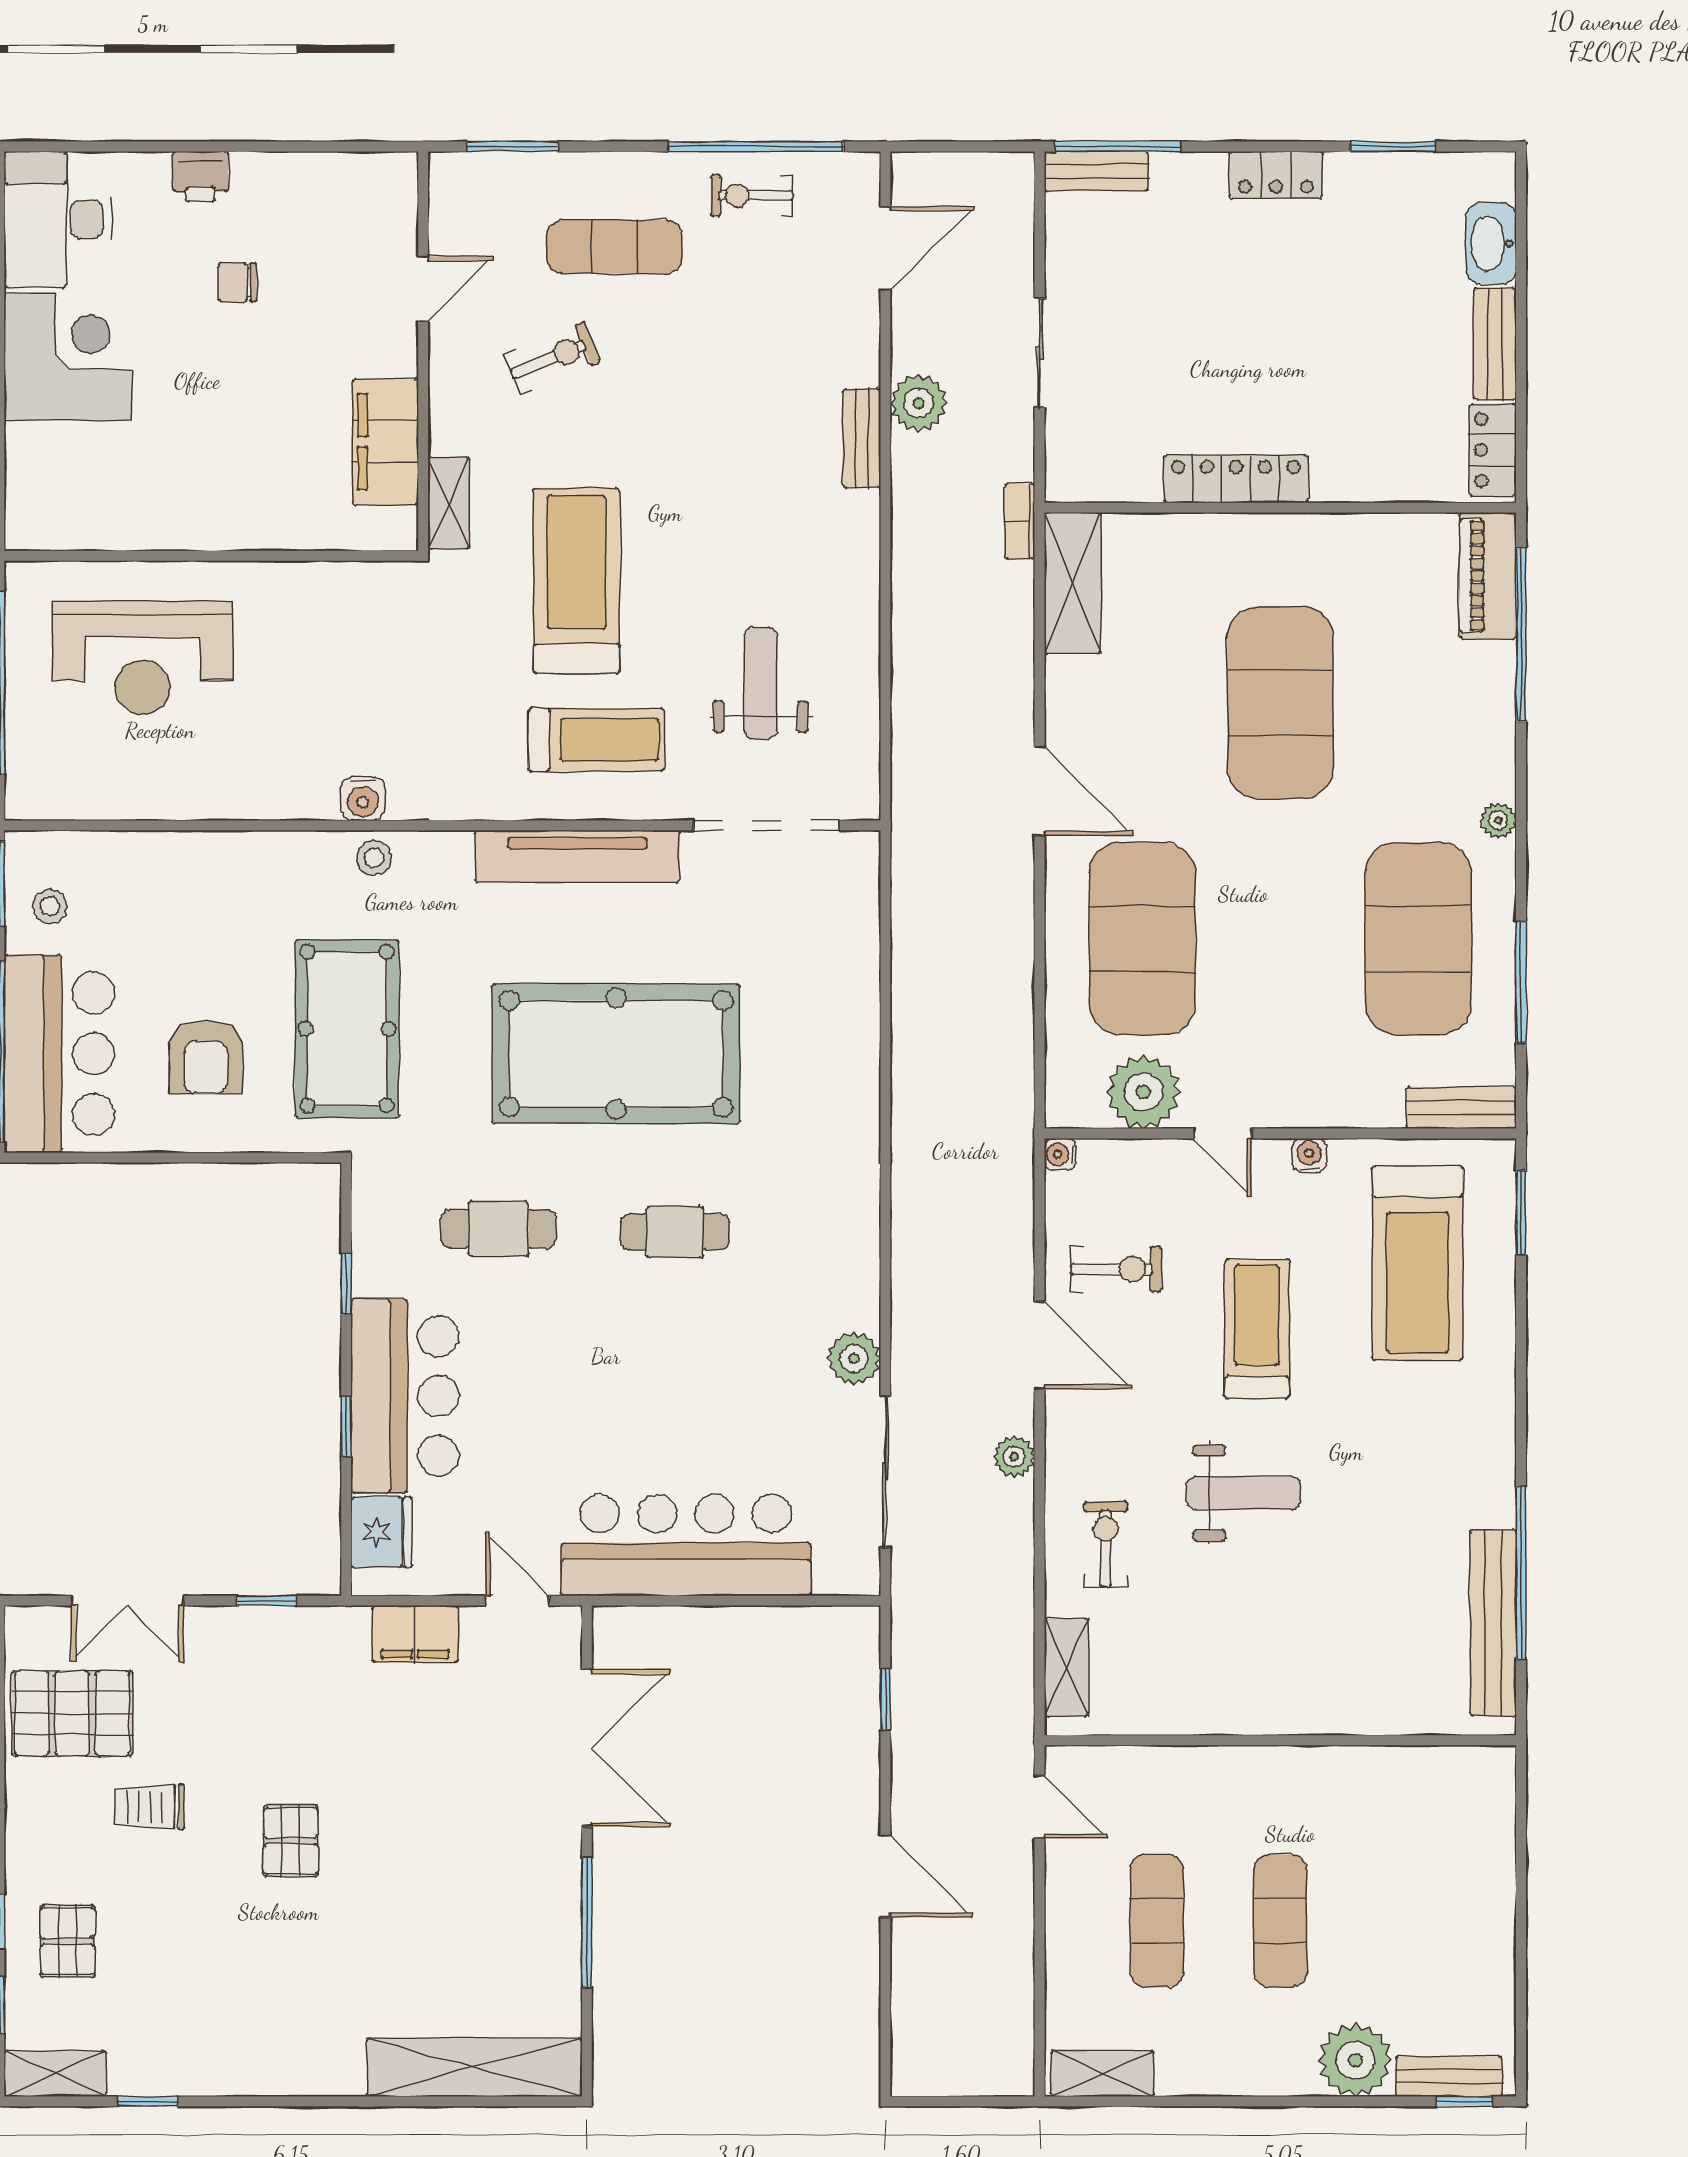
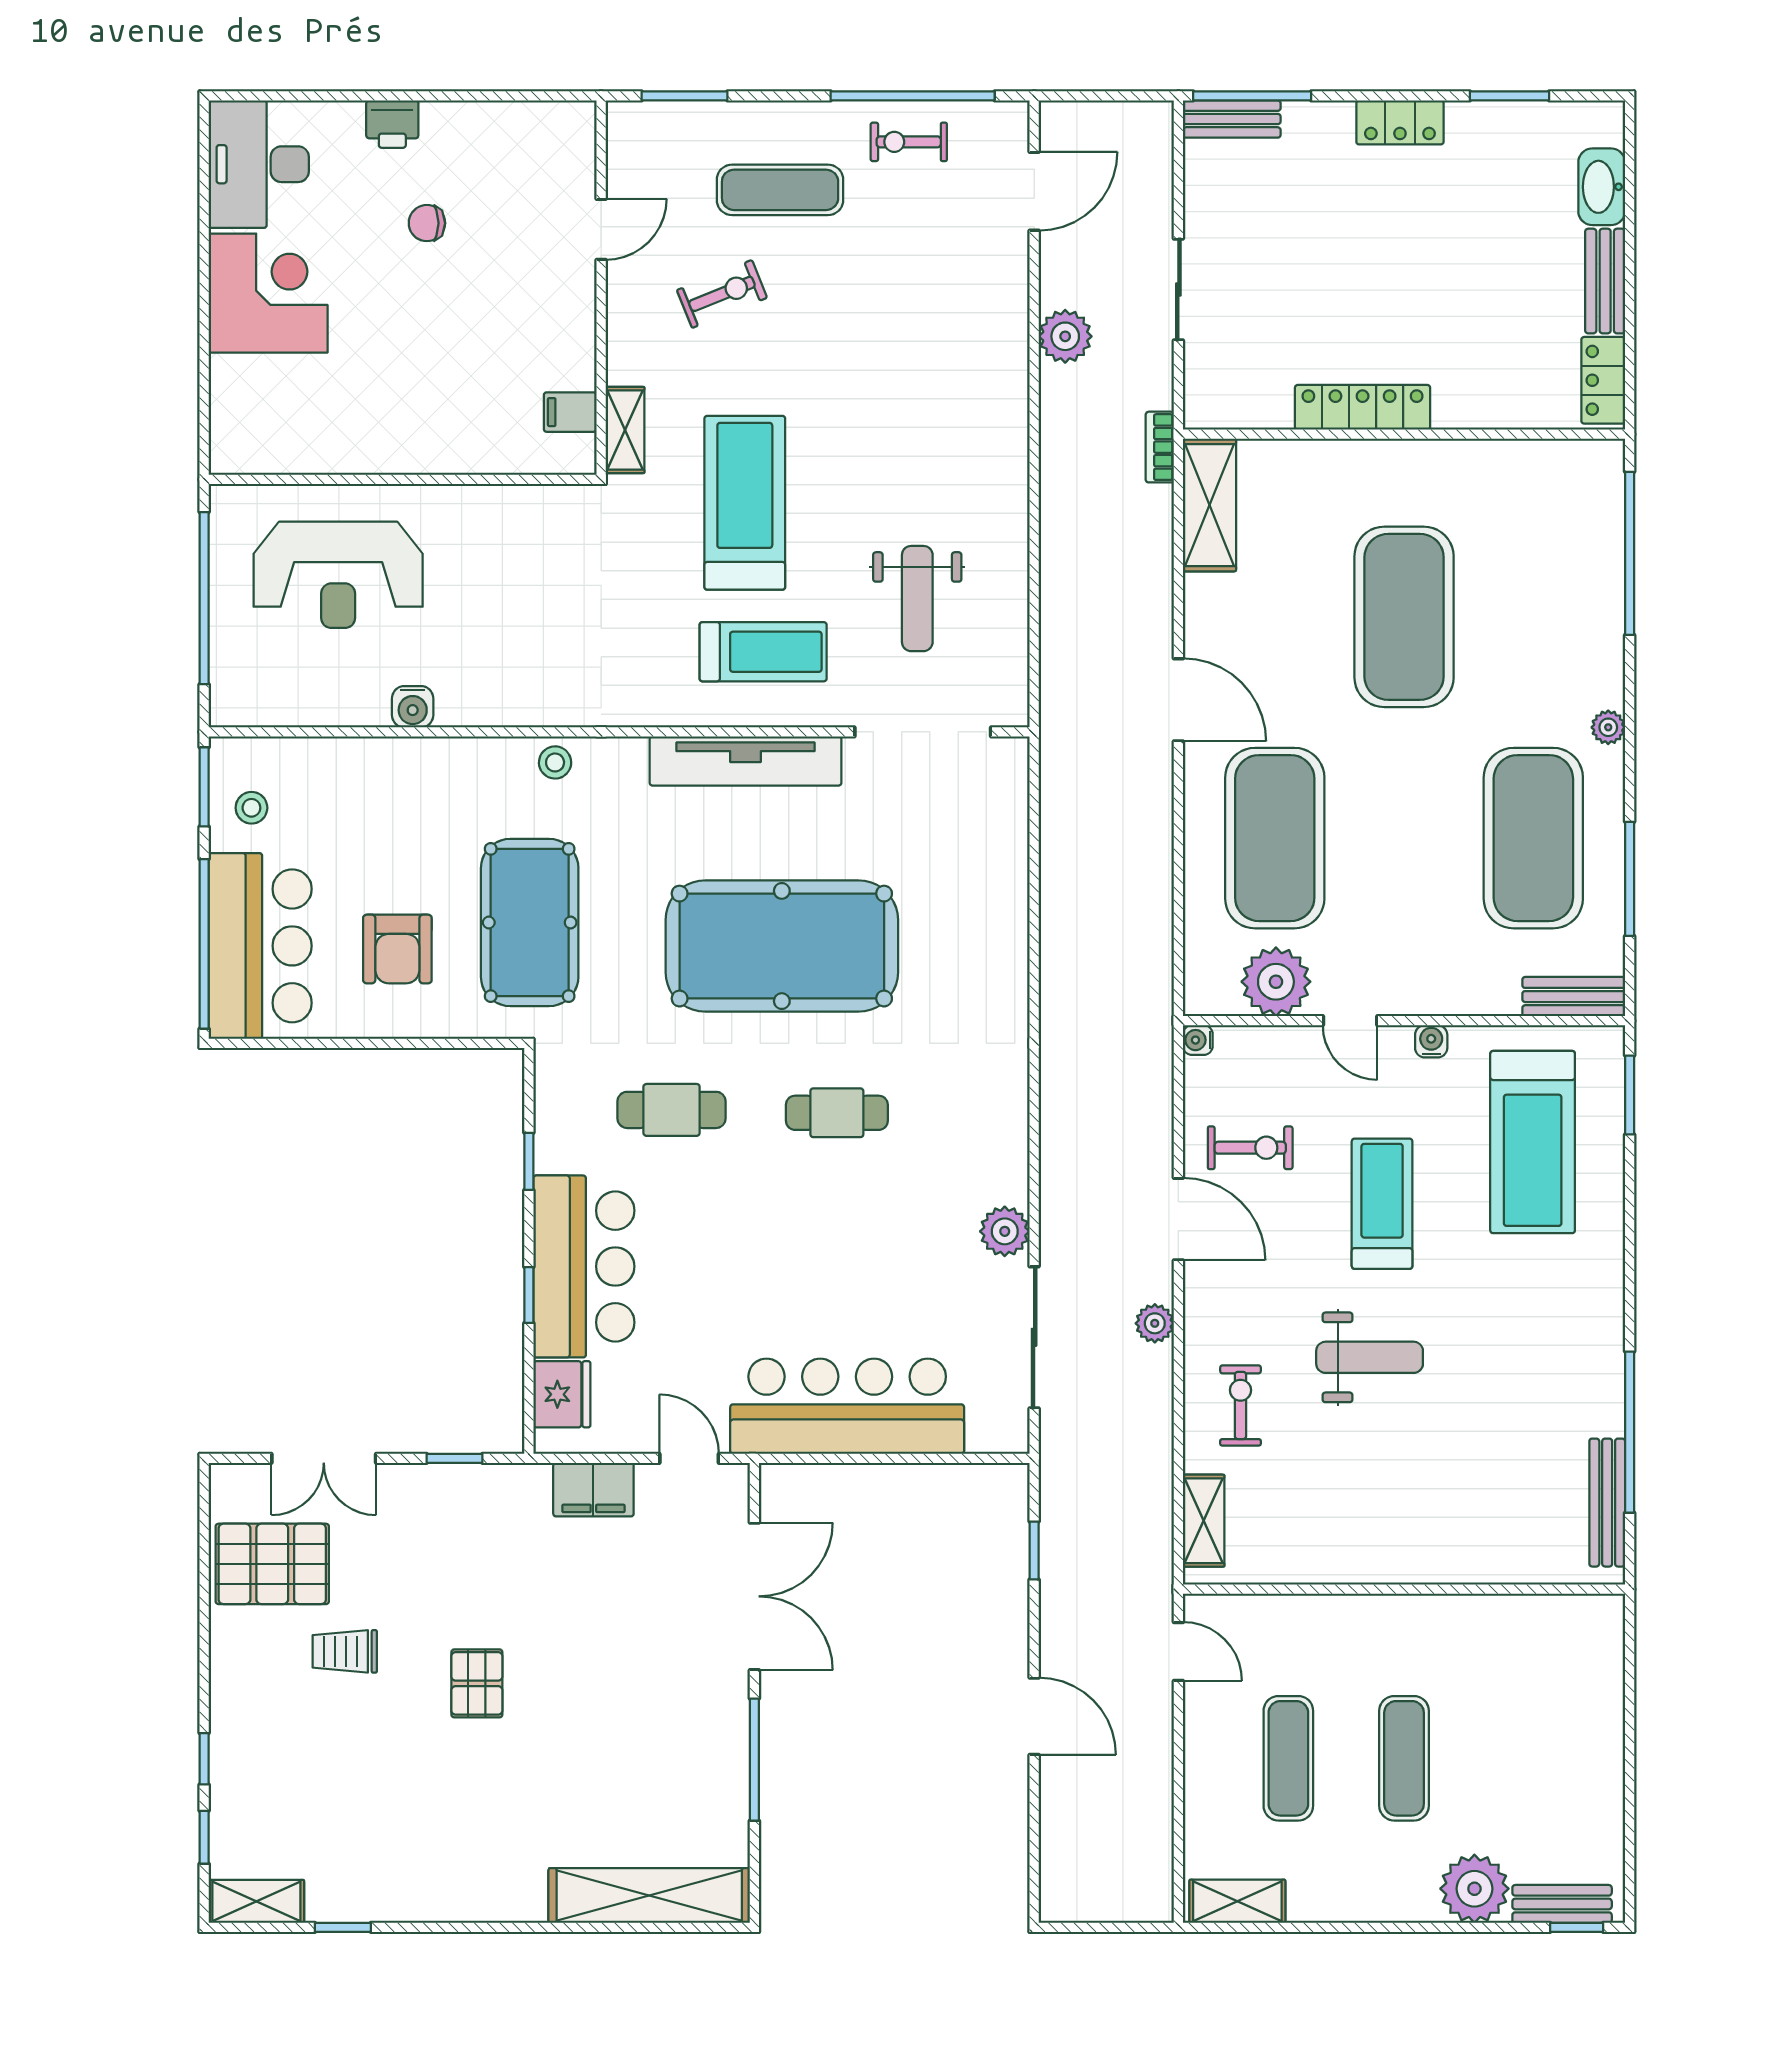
bench: (862, 438) -> (1012, 369), removed
filing cabinet: (386, 442) -> (570, 412), width x0.33, depth x0.86
piano: (1488, 576) -> (1599, 498), removed
weight bench: (761, 683) -> (917, 599), turned 180
water cooler: (363, 798) -> (413, 707), moved
bench: (1493, 1623) -> (1607, 1503), width x0.73, depth x0.82
pallet: (68, 1941) -> (268, 1777), removed

